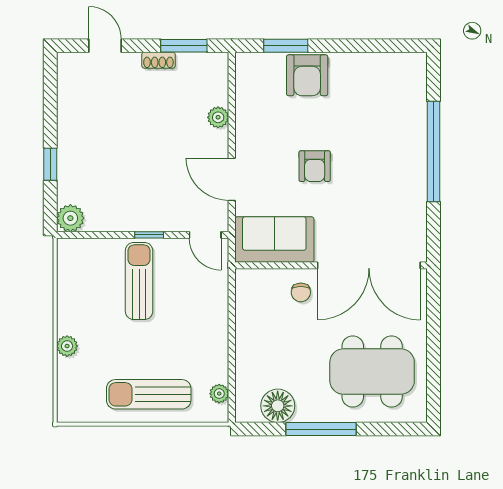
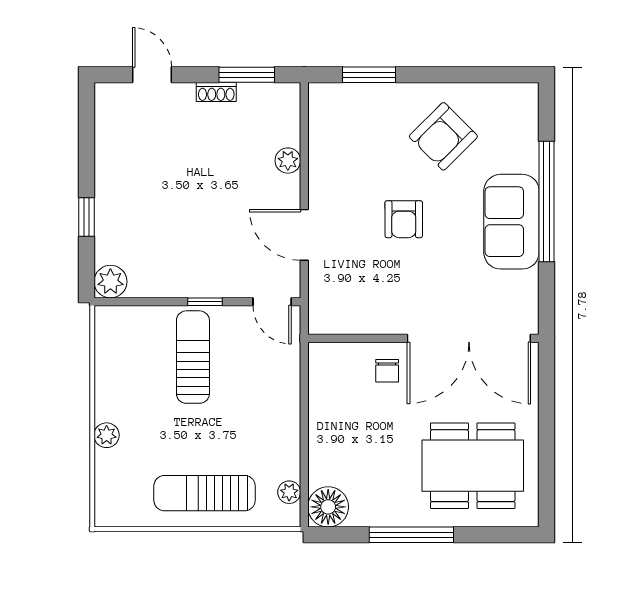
armchair: (307, 75) -> (443, 136), moved, turned 45
sofa: (274, 240) -> (511, 222), moved, turned -90
floor lamp: (278, 406) -> (328, 507), moved

